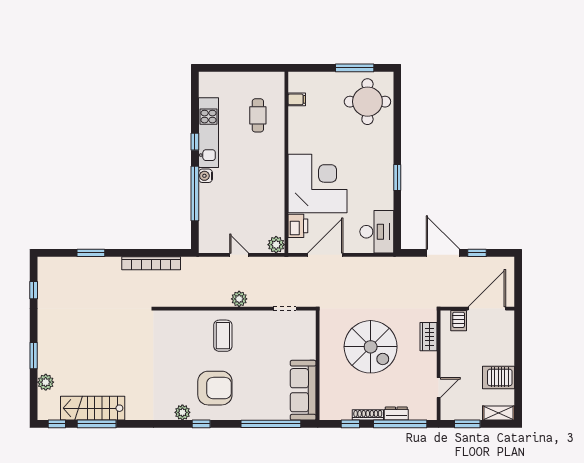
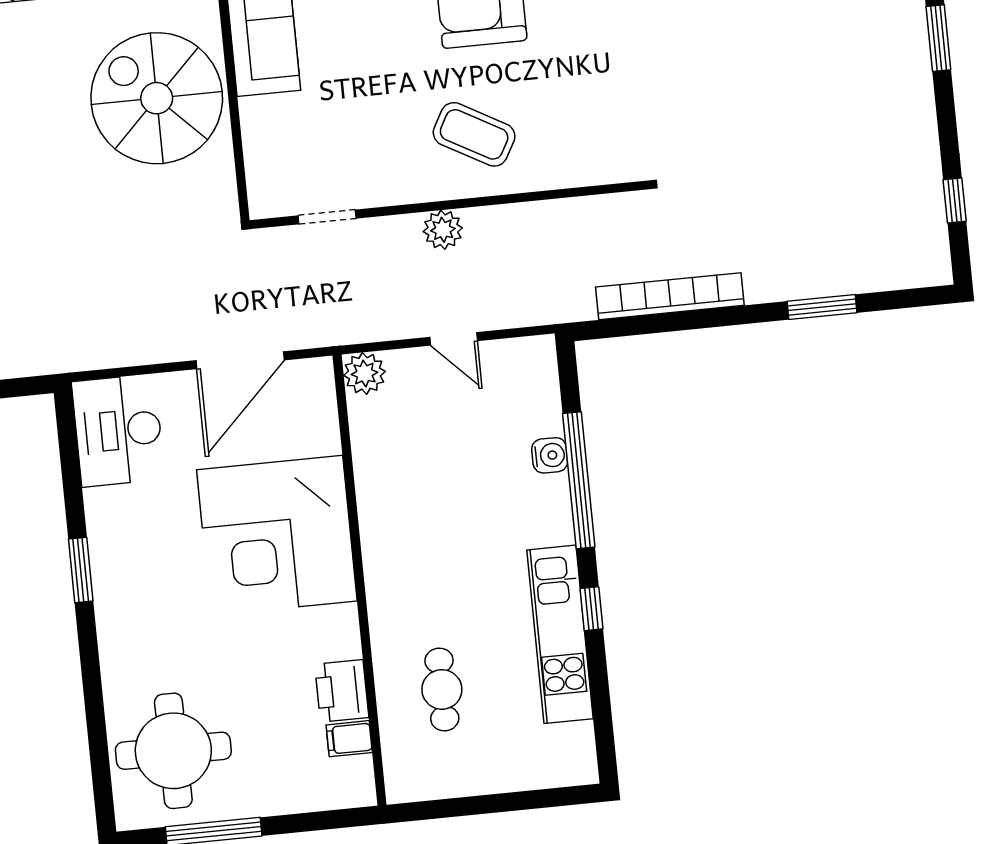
water cooler: (205, 176) -> (550, 455), moved
printer: (298, 226) -> (342, 691), moved
coffee table: (223, 336) -> (474, 134), turned -61
spiral stairs: (371, 347) -> (157, 98), moved

